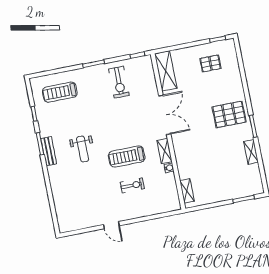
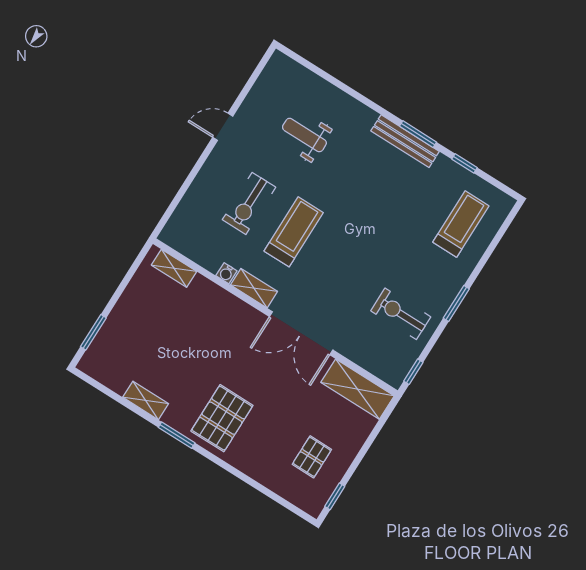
weight bench: (83, 149) -> (304, 135), moved
bench: (49, 151) -> (405, 141), width x1.36
exercise bike: (132, 185) -> (249, 203), width x1.38, depth x1.39

